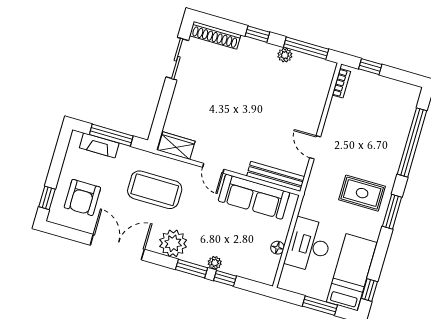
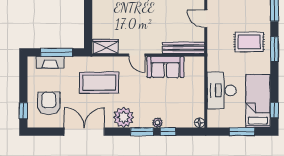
armchair: (82, 197) -> (49, 103), turned 180
sofa: (254, 197) -> (165, 67), width x0.73
floor lamp: (277, 248) -> (199, 123), moved

